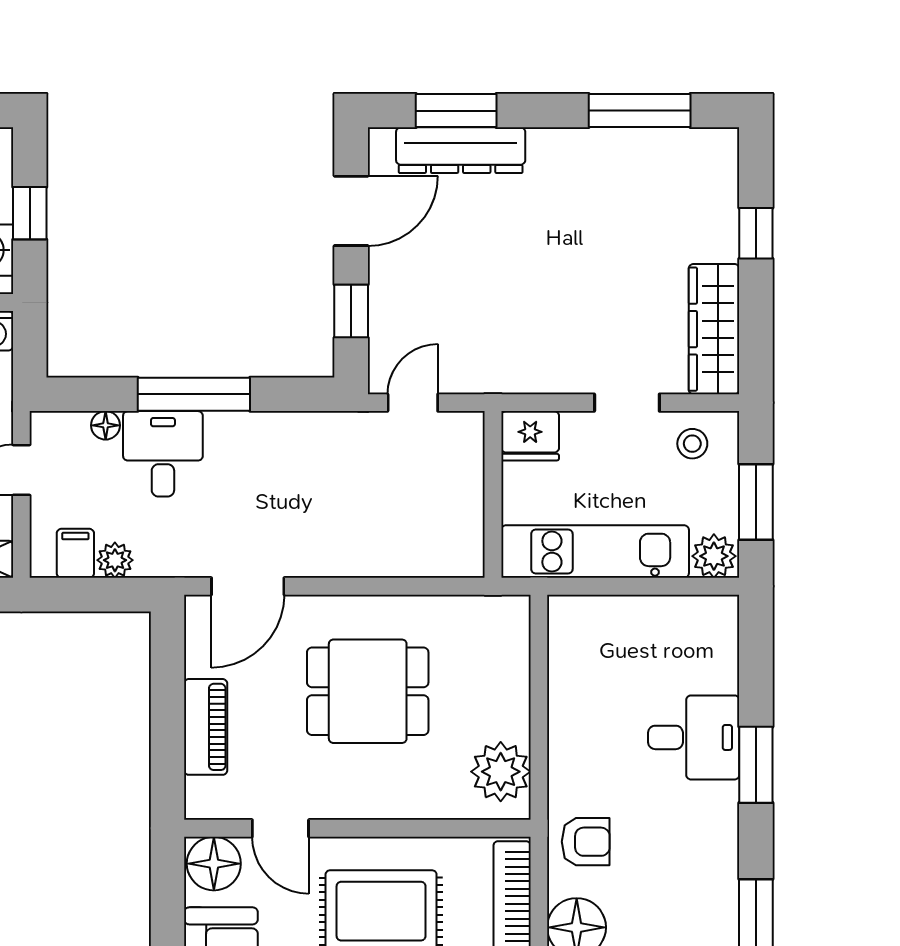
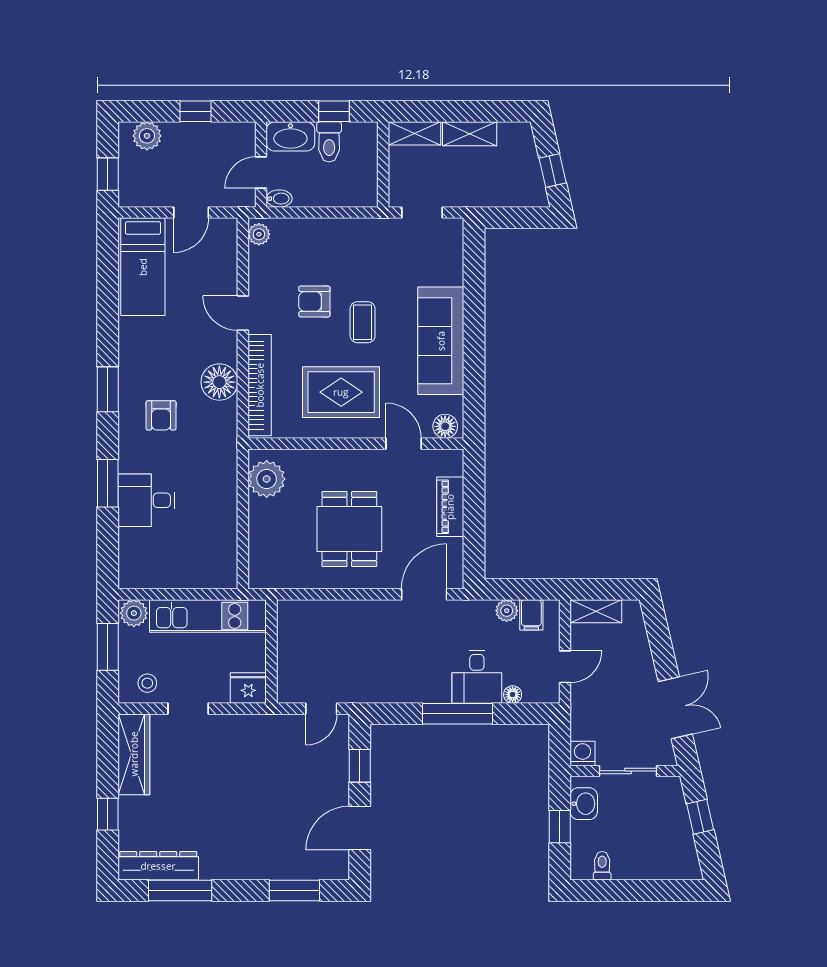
dresser: (461, 150) -> (158, 866), moved
dining table: (368, 691) -> (349, 529), turned 90
armchair: (586, 842) -> (161, 415), moved, turned -90
floor lamp: (214, 864) -> (445, 426), width x0.73, depth x0.73

